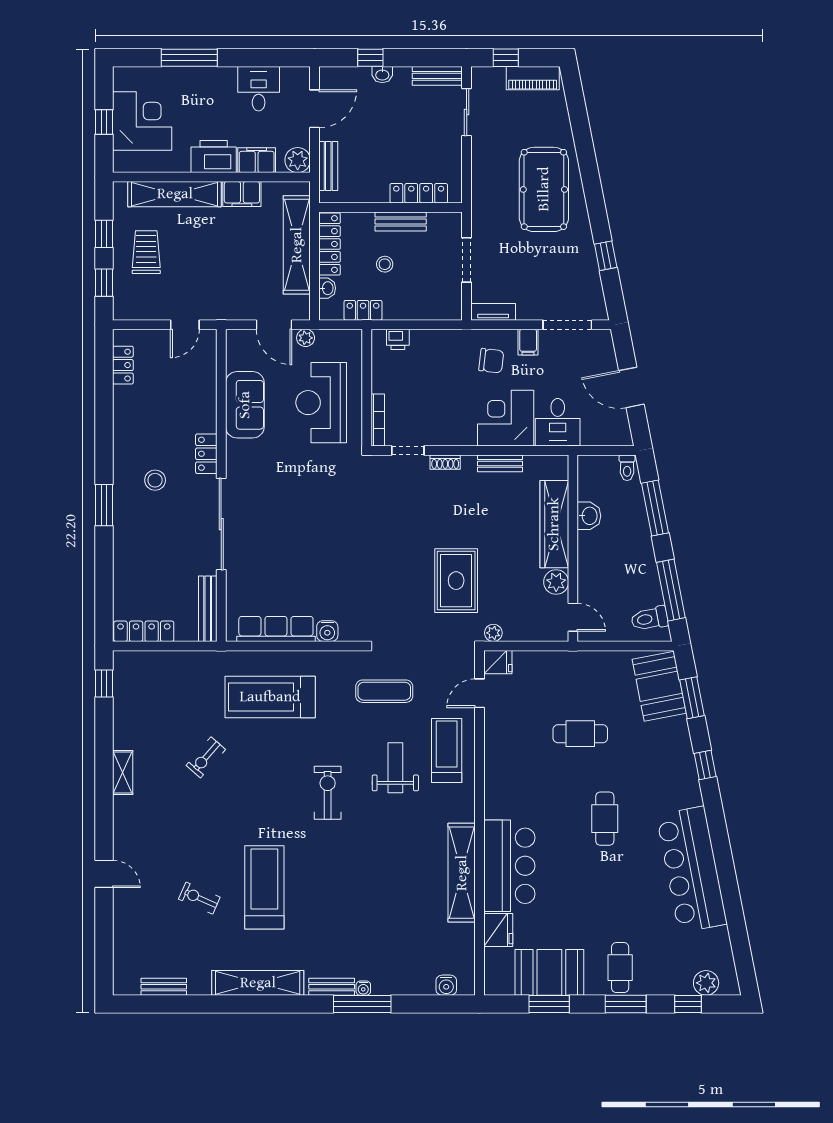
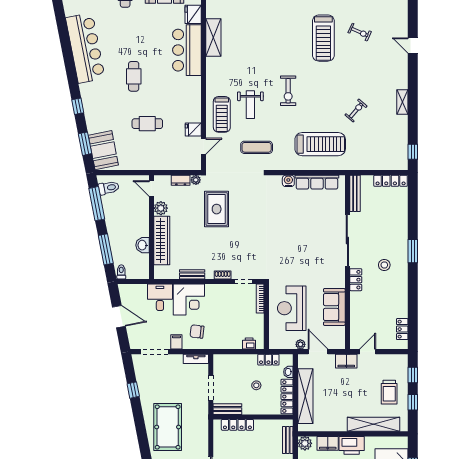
filing cabinet: (242, 194) -> (346, 361), moved, turned 180
bench: (401, 222) -> (227, 409), moved
reception desk: (321, 403) -> (292, 308), turned 180
dresser: (520, 632) -> (181, 180), added
fridge: (498, 662) -> (193, 130), moved
shelving: (462, 873) -> (213, 38), width x0.68

